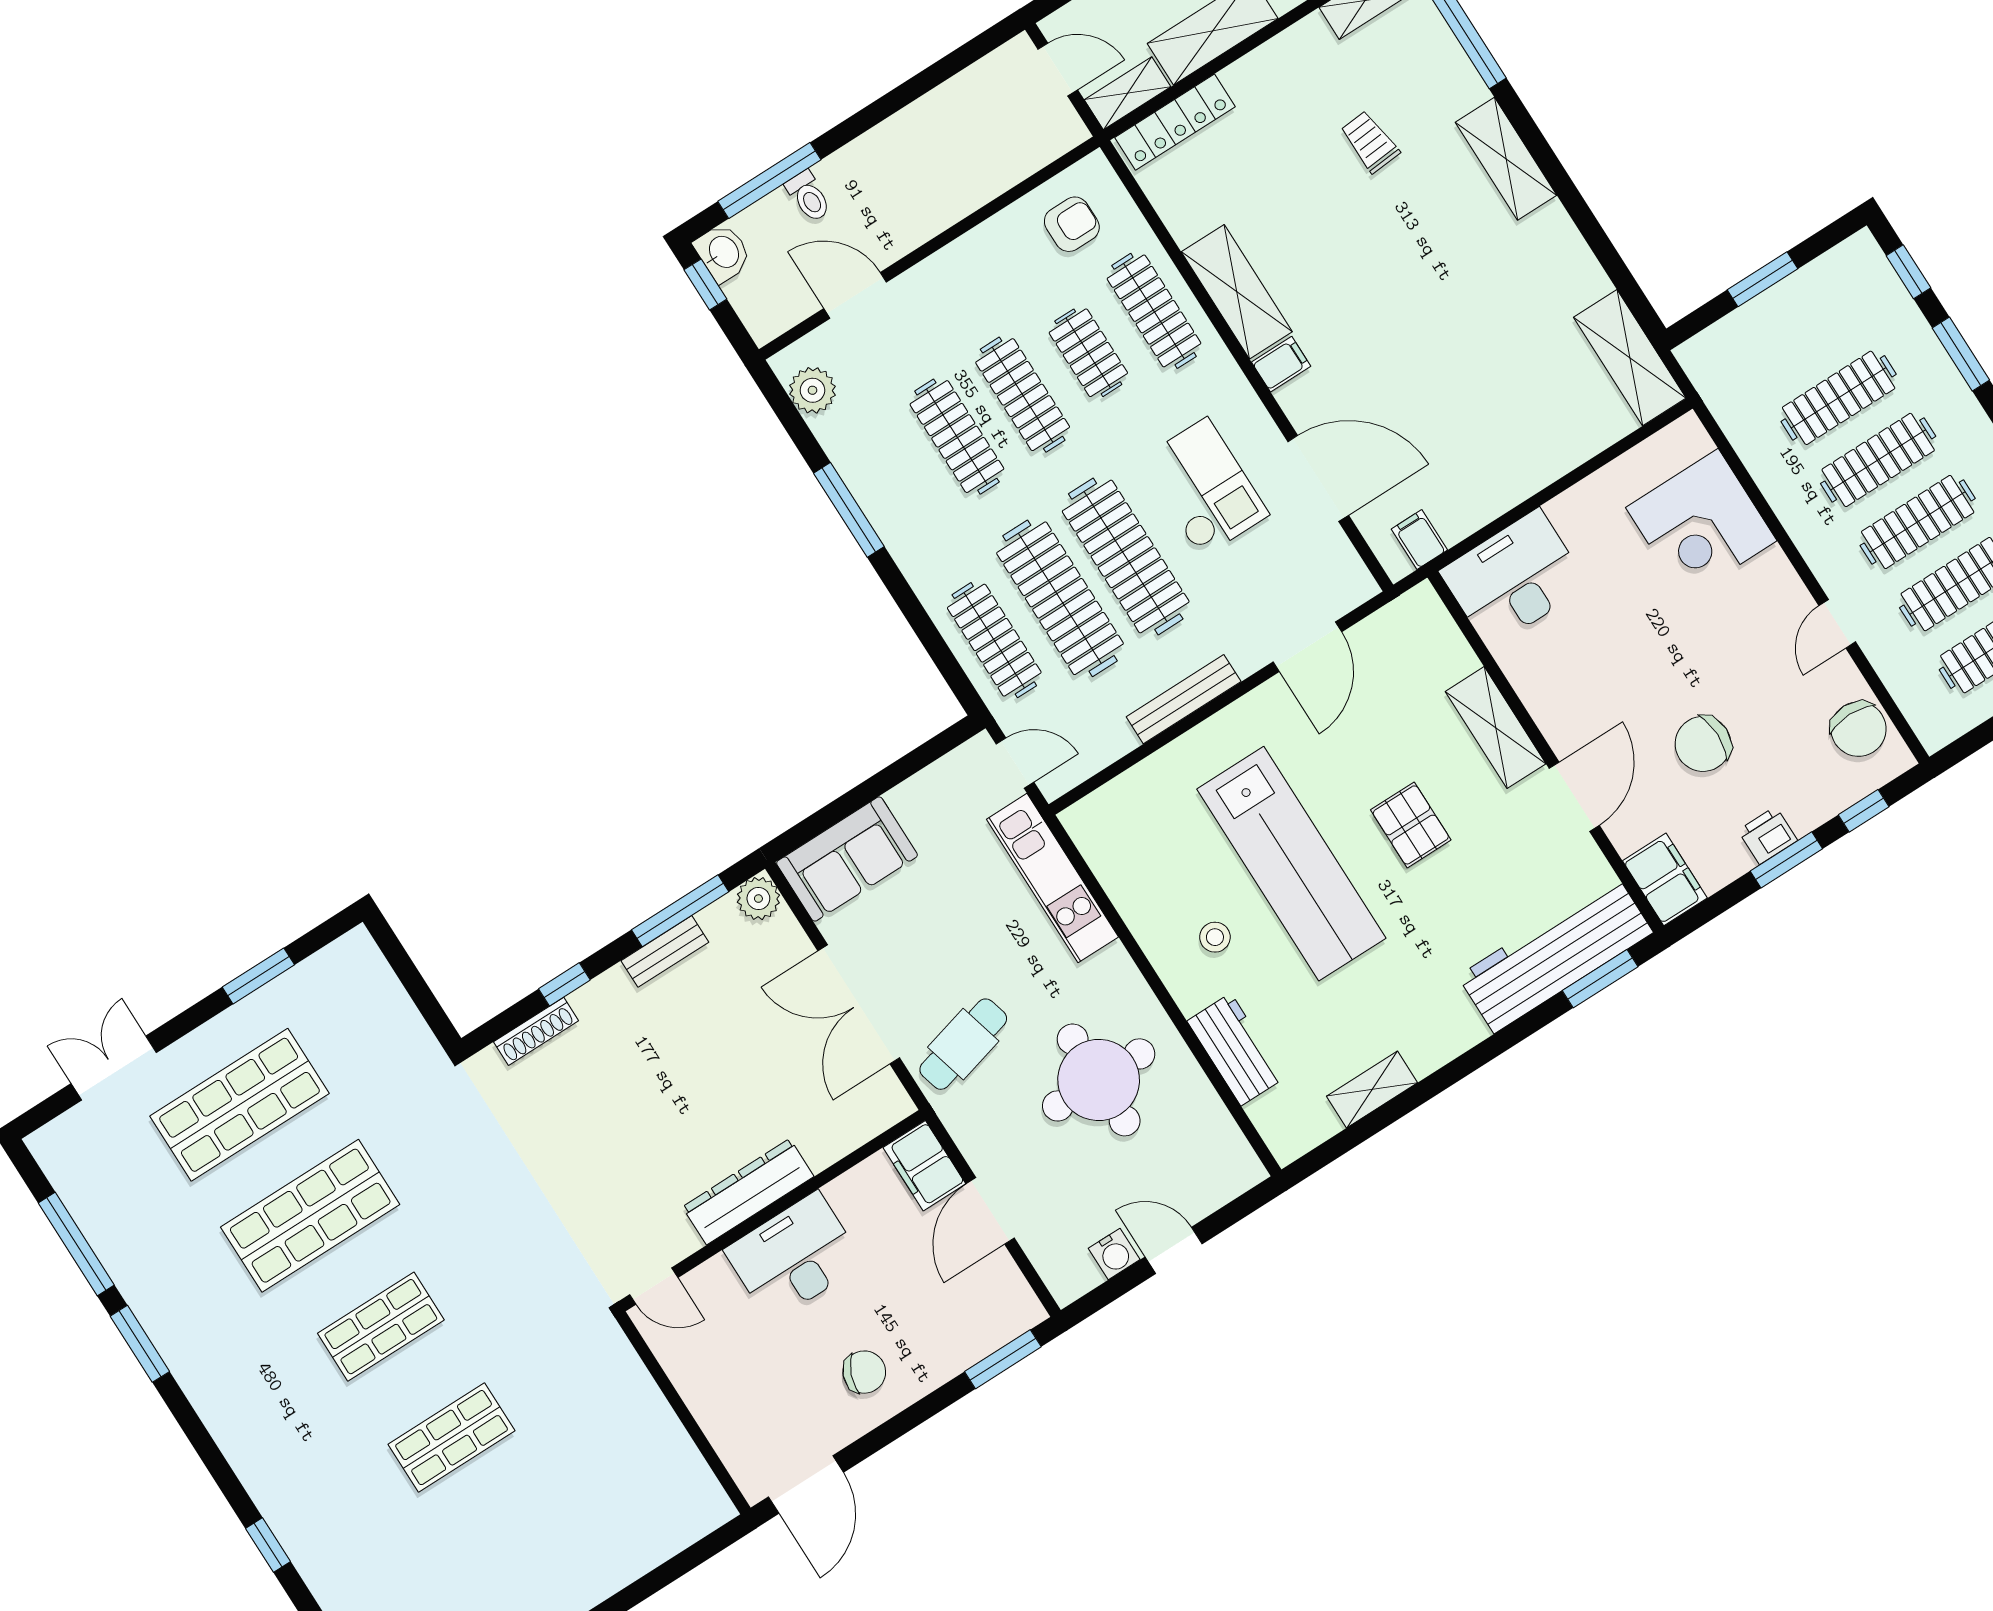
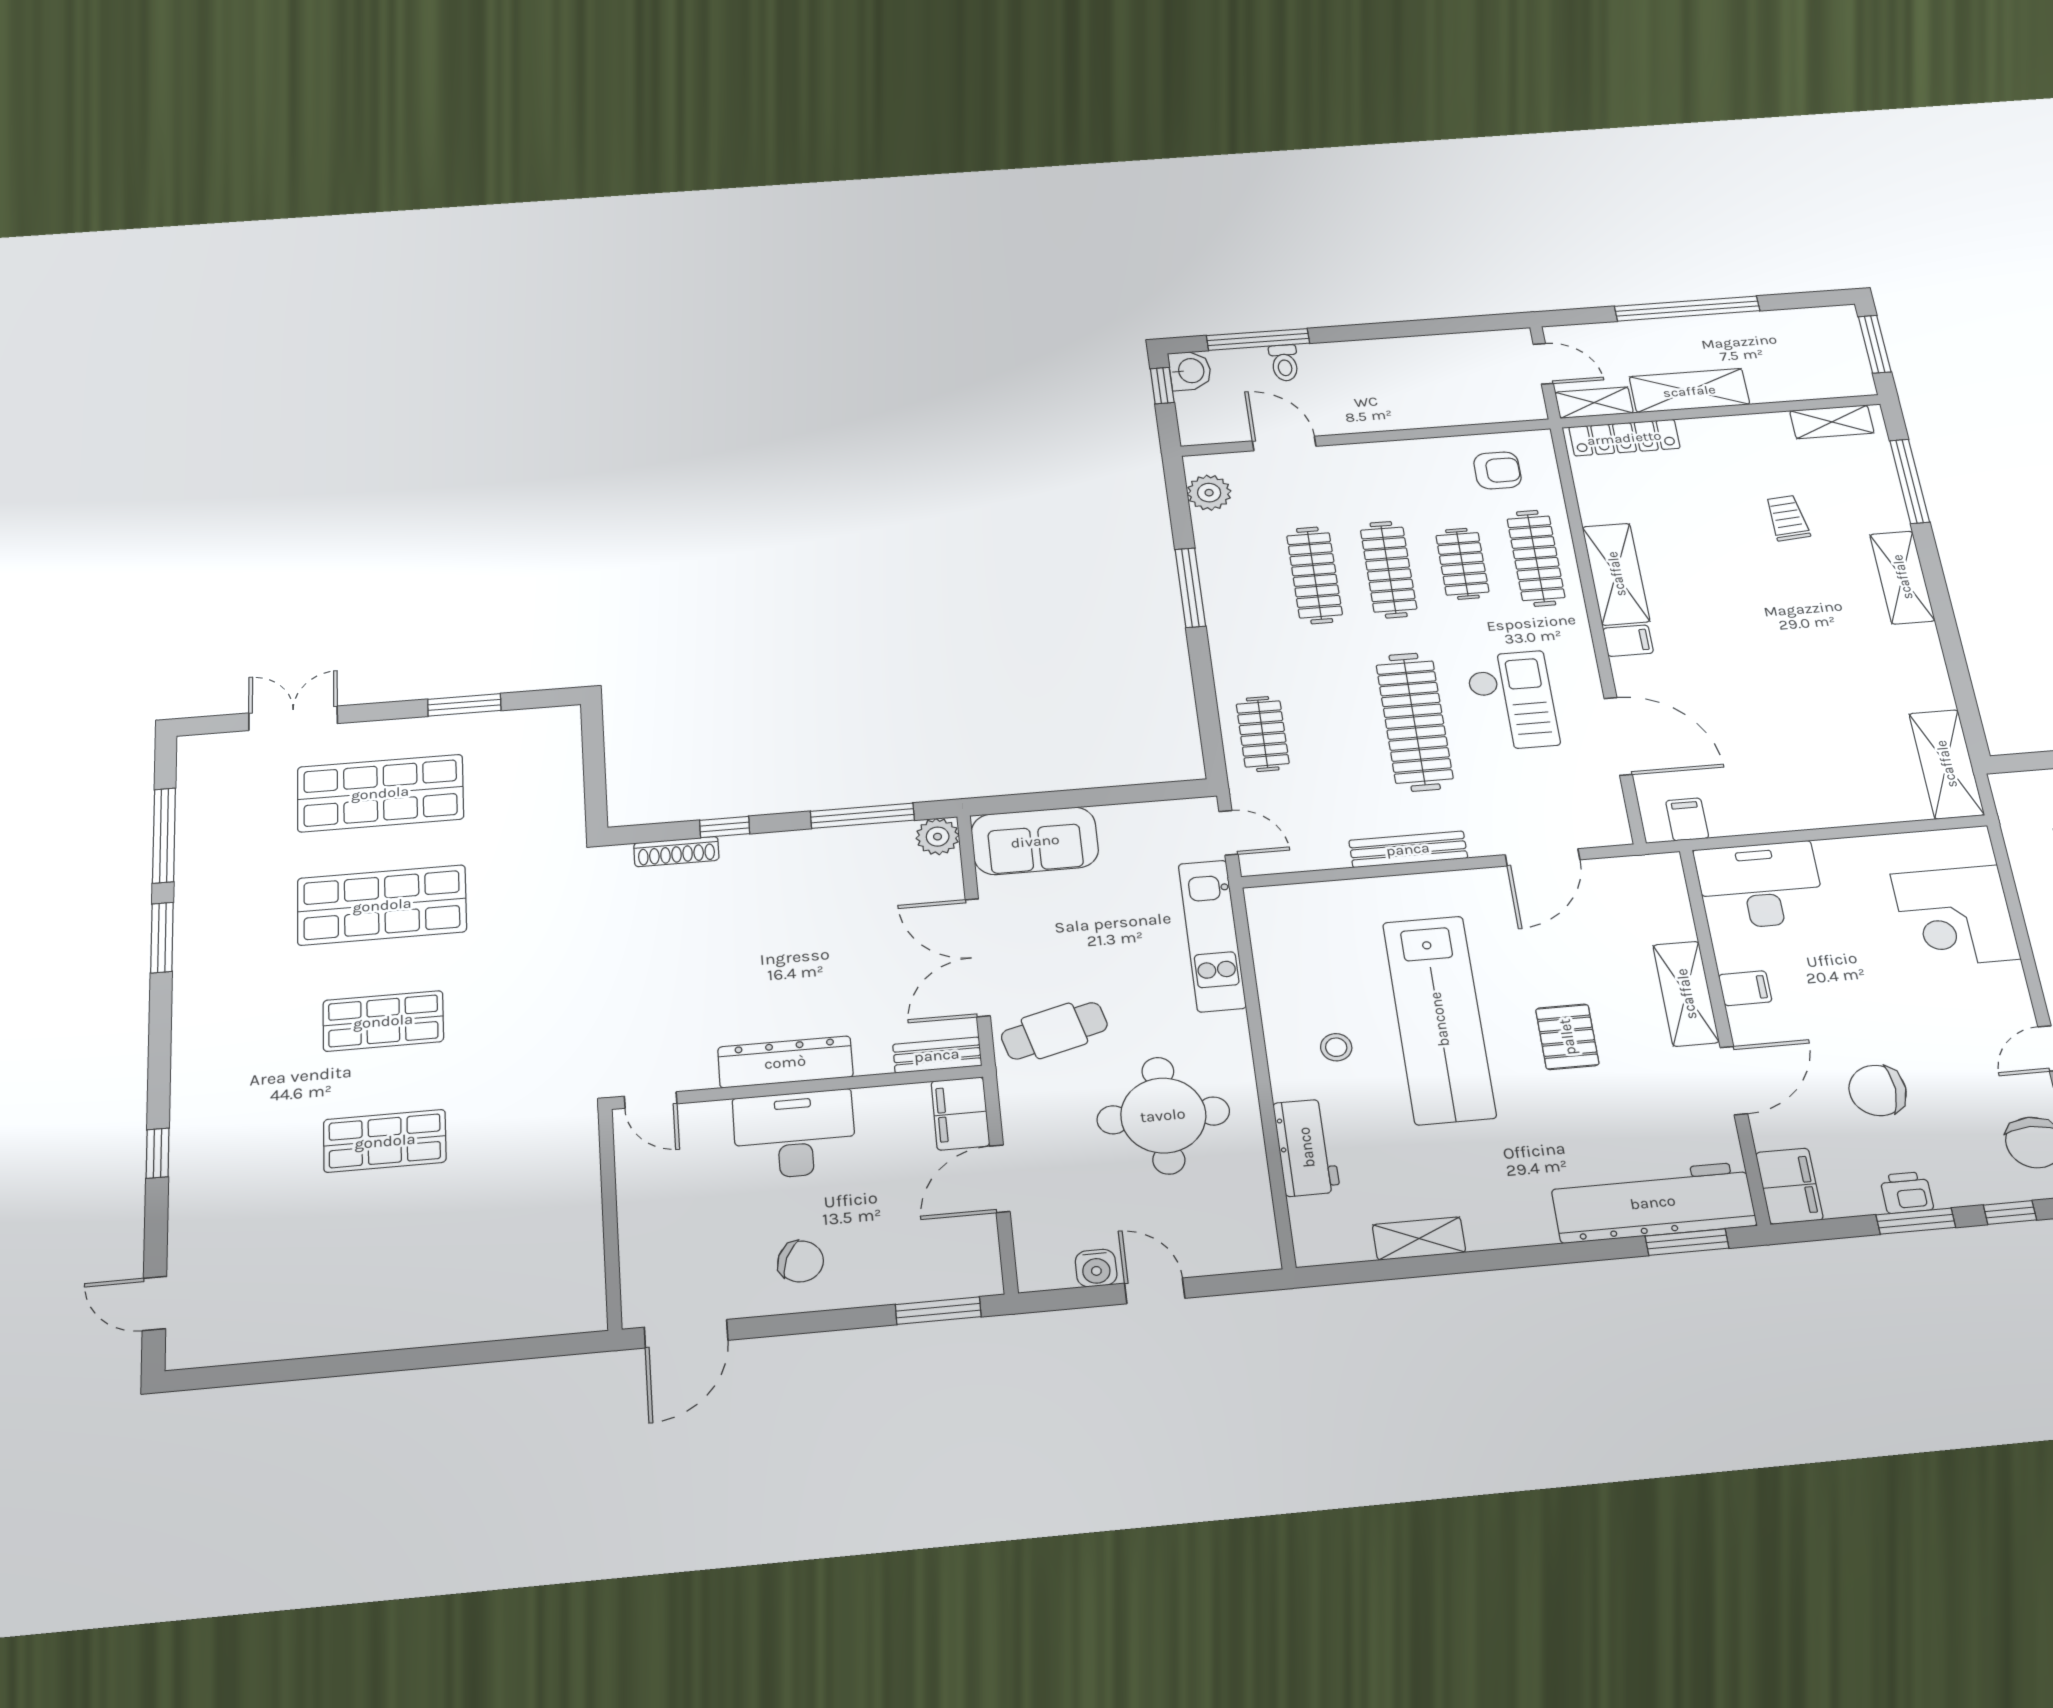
clothes rail: (1060, 598) -> (1339, 728), removed
clothes rail: (994, 640) -> (1263, 734), width x0.73
filing cabinet: (1545, 696) -> (1745, 988), added
bench: (665, 951) -> (937, 1055), moved

